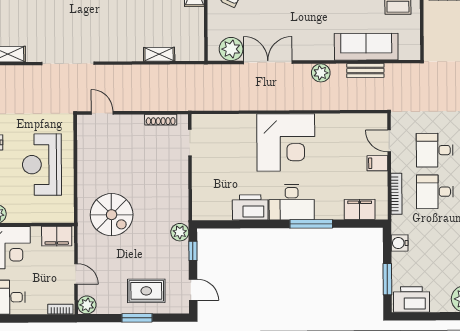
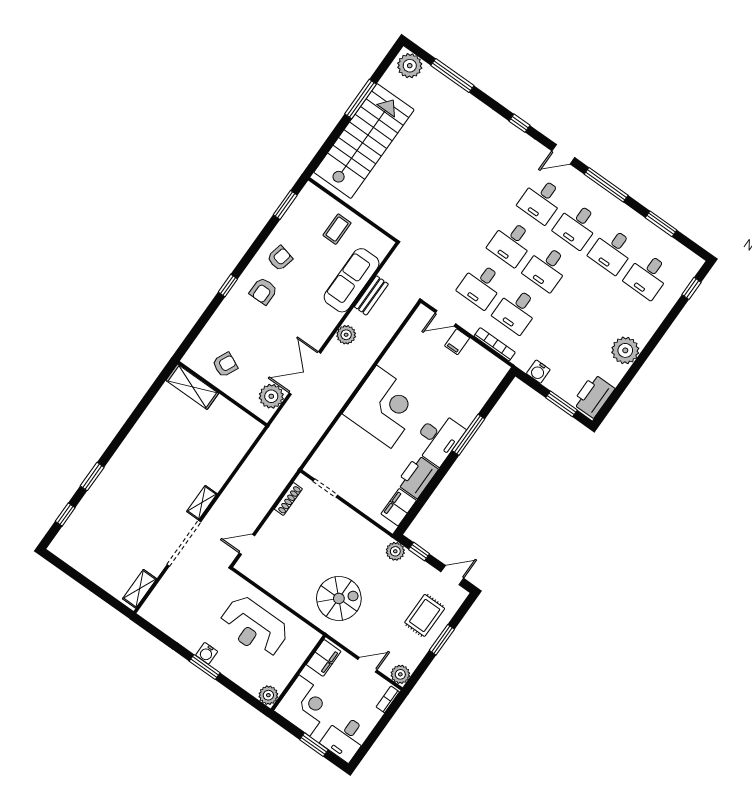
shelving: (159, 54) -> (202, 503), moved
filing cabinet: (360, 209) -> (399, 507), moved

